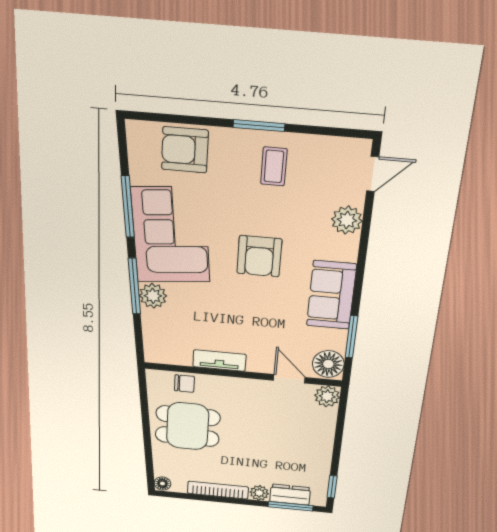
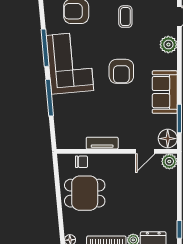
plant: (153, 296) -> (61, 103), removed
door: (289, 379) -> (145, 151), swing flipped

